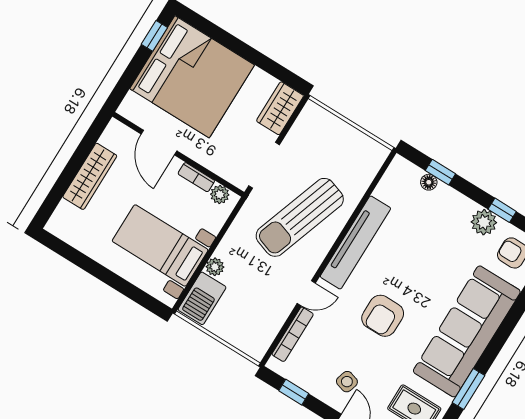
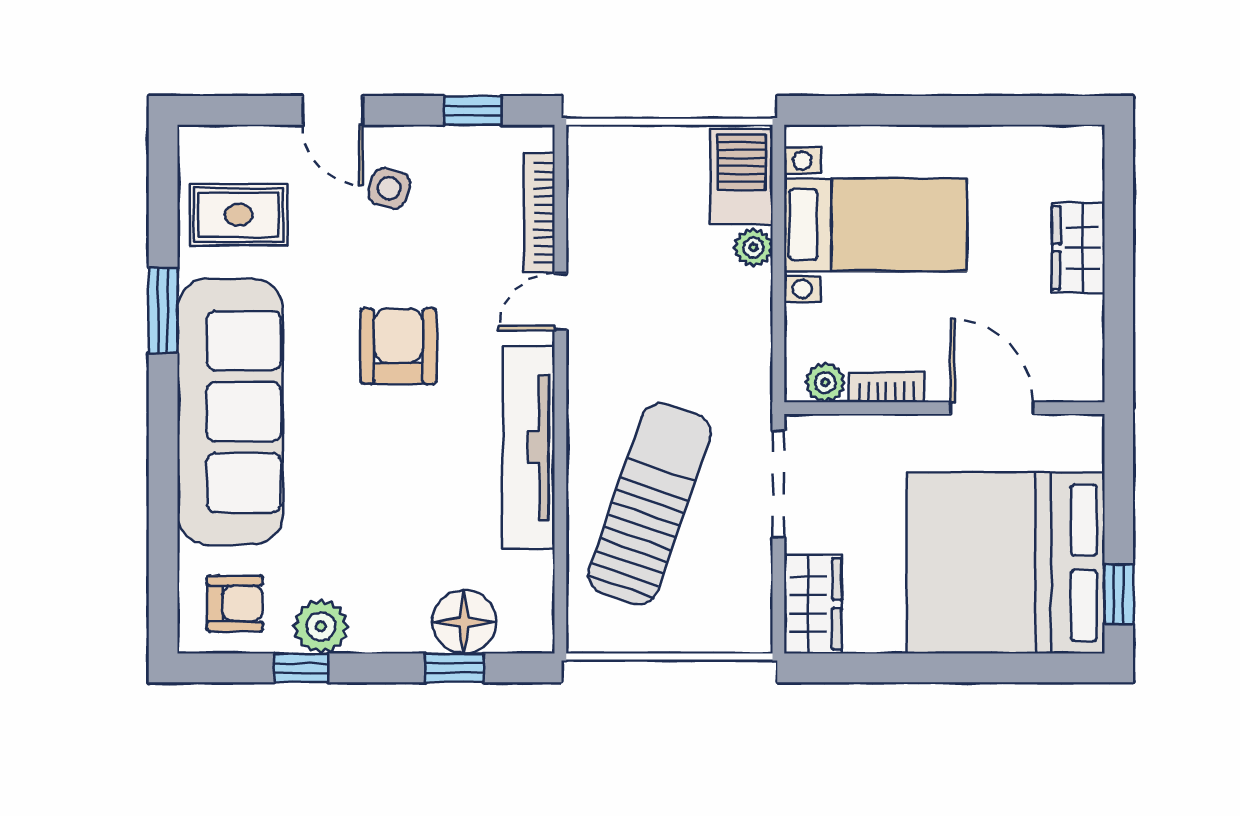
wardrobe: (90, 176) -> (1078, 248), width x0.67
floor lamp: (429, 182) -> (464, 622), width x1.89, depth x1.89
sun lounger: (300, 217) -> (649, 504), moved

